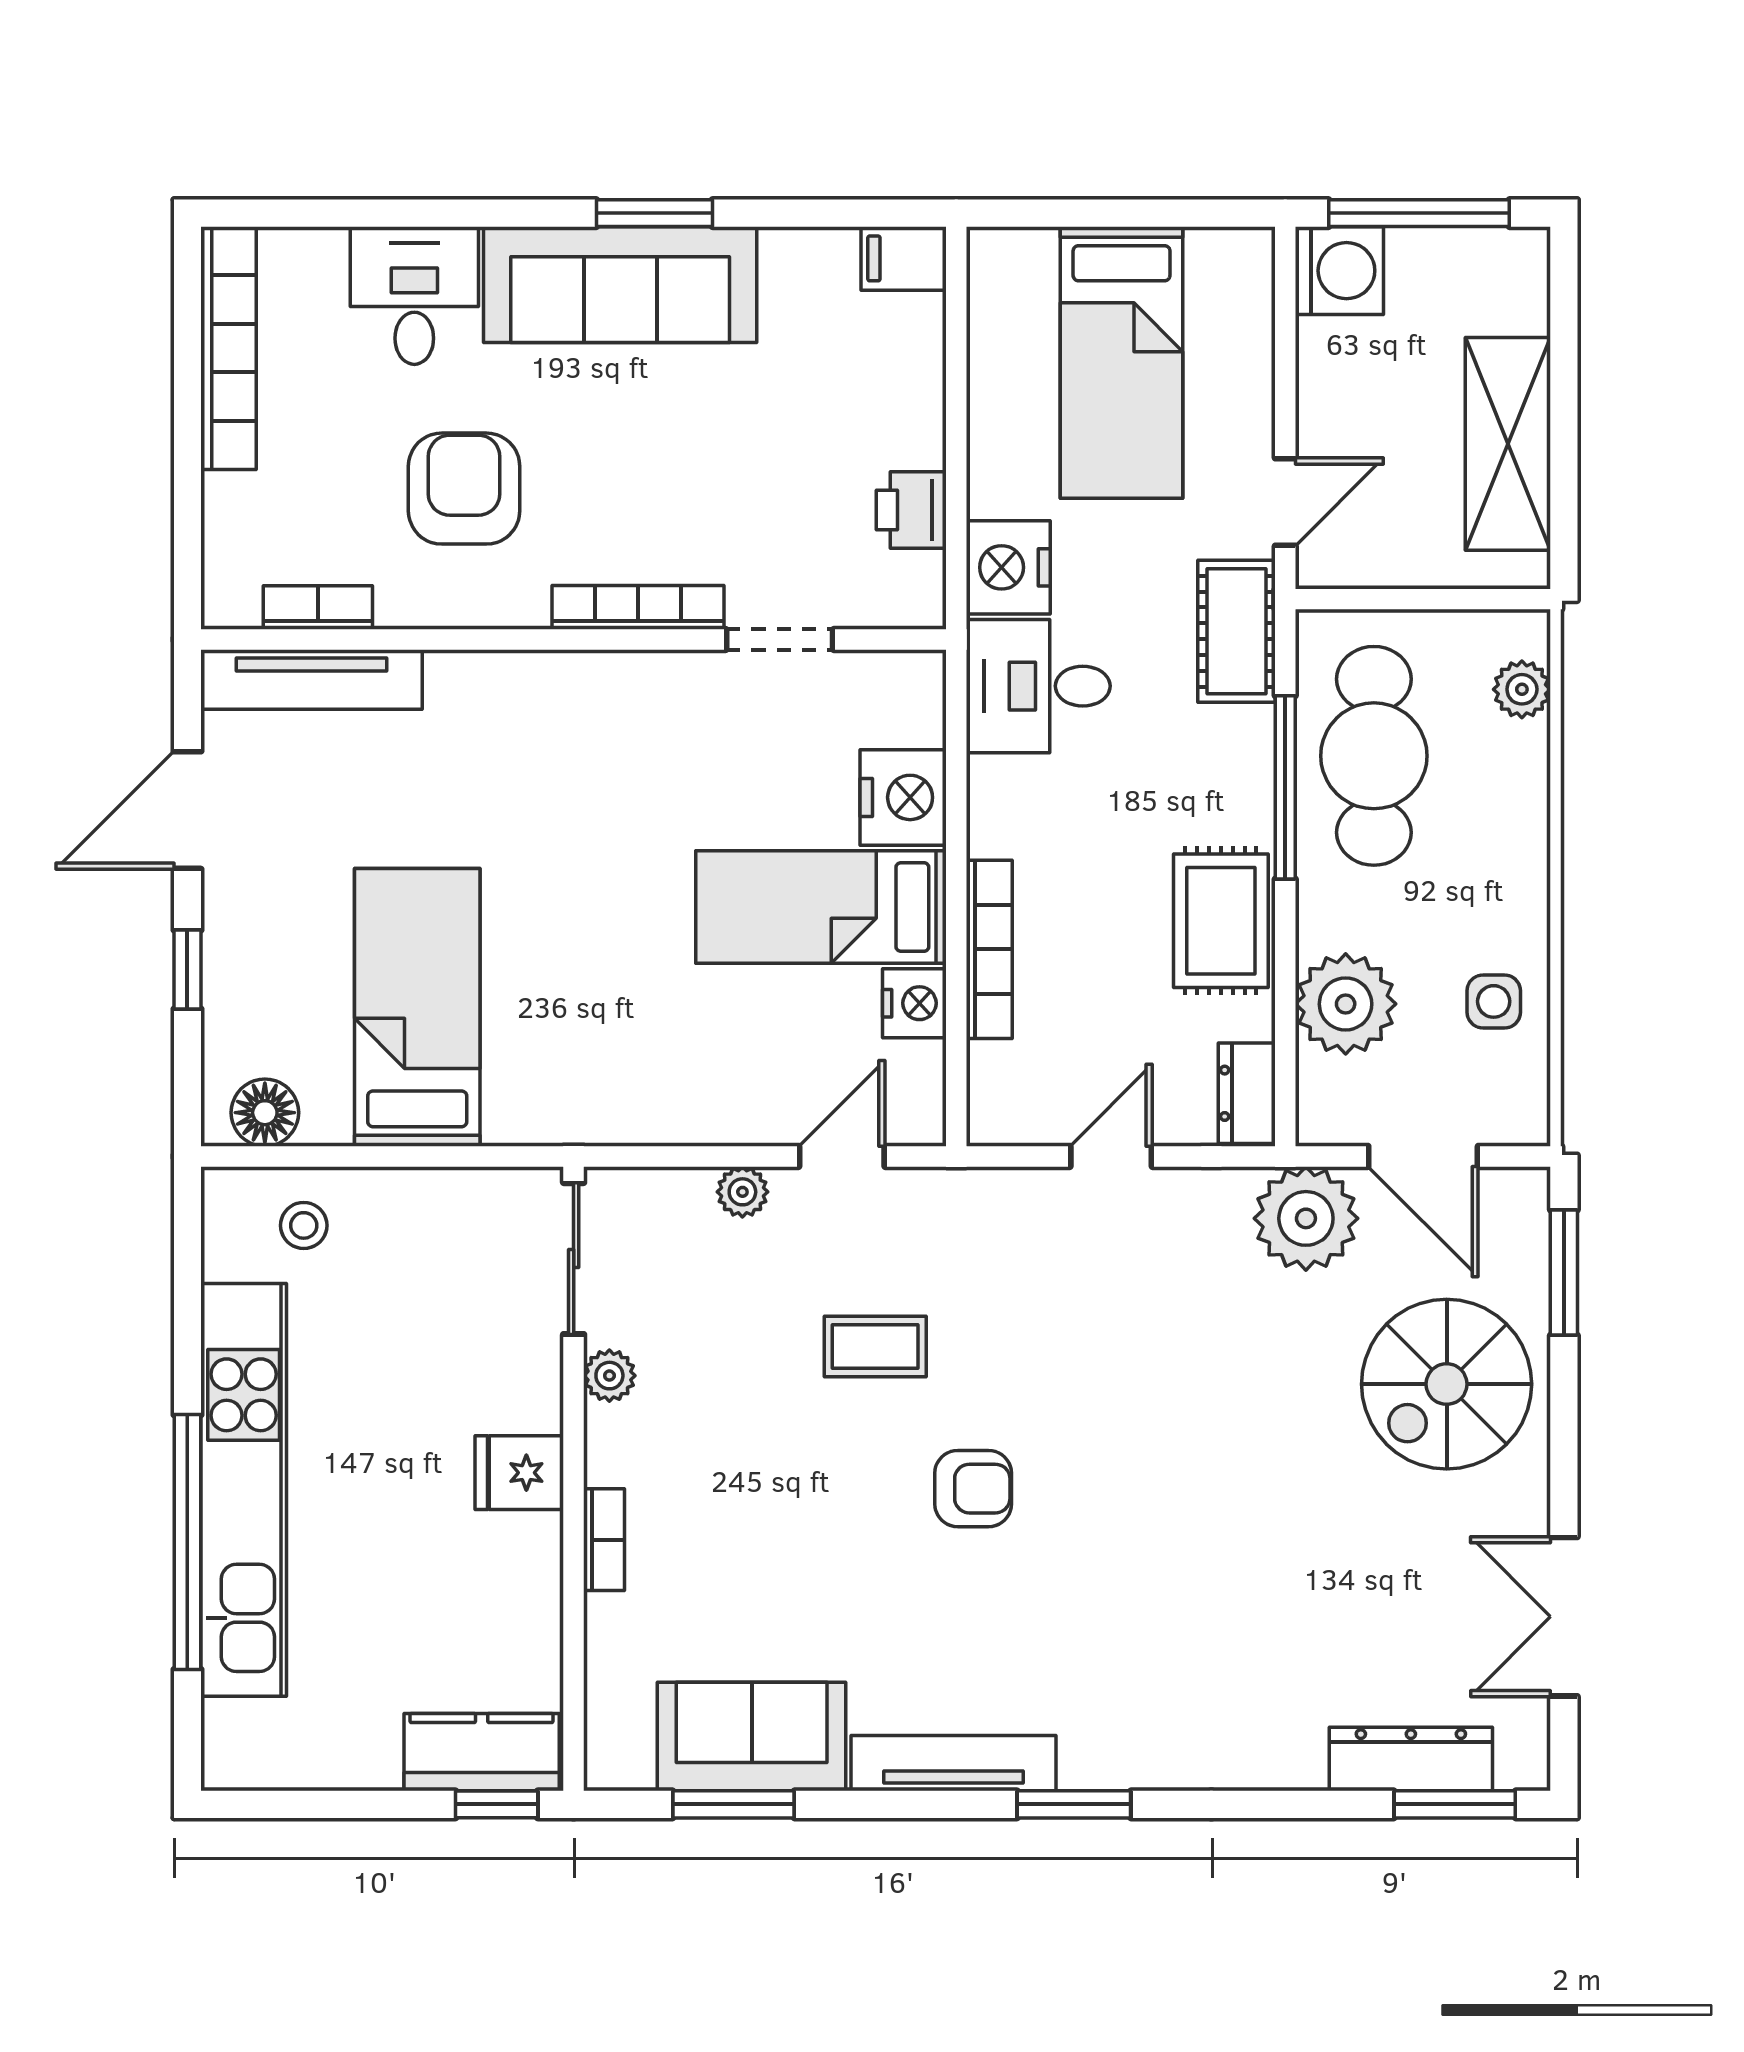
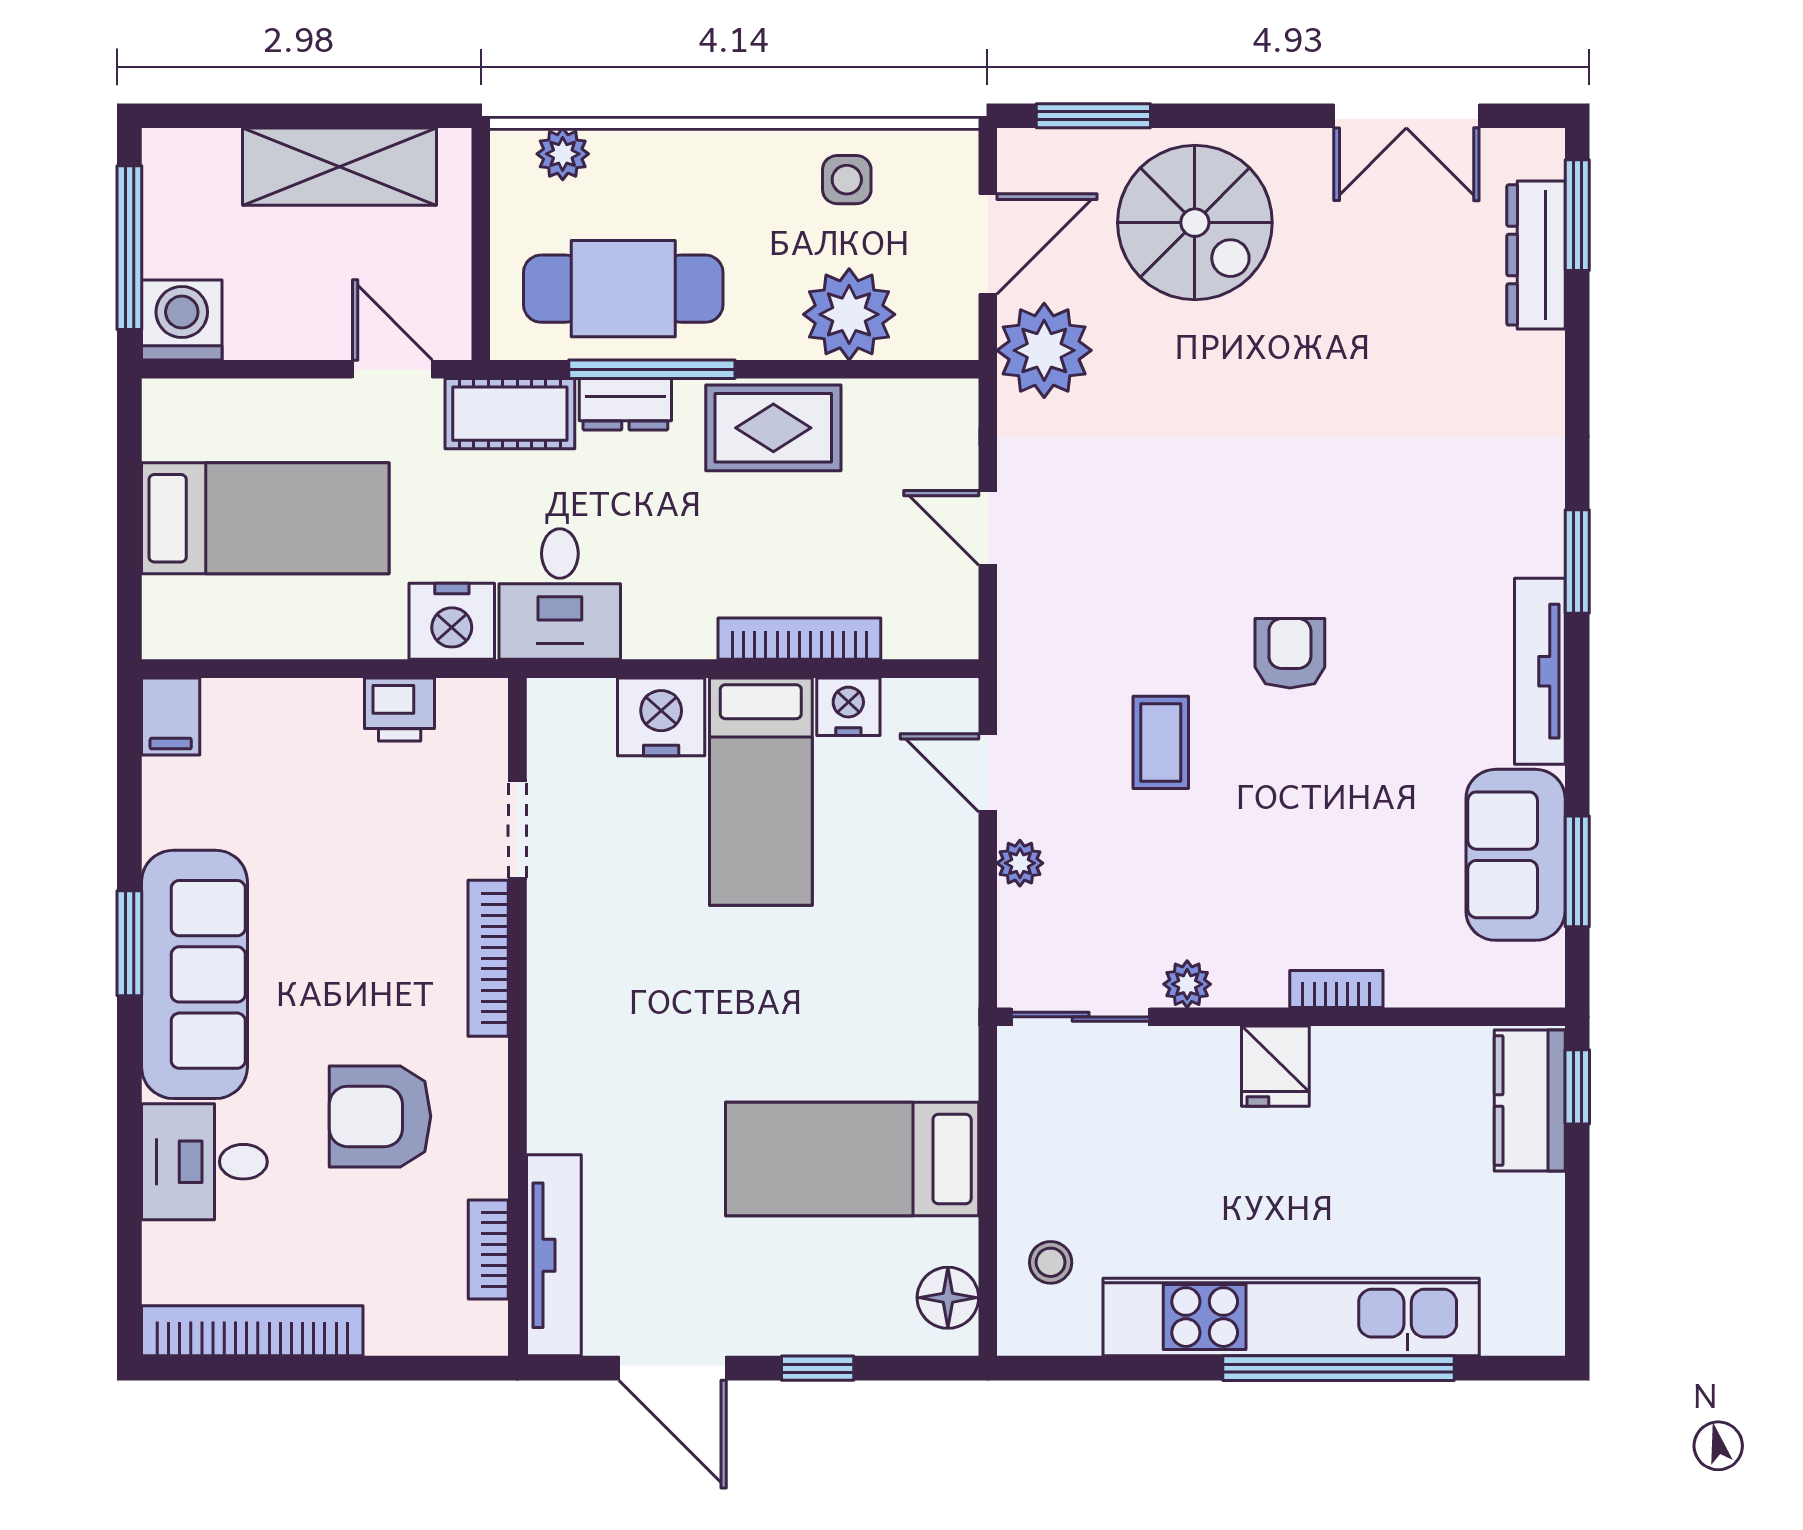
dresser: (1247, 1093) -> (625, 404), moved

